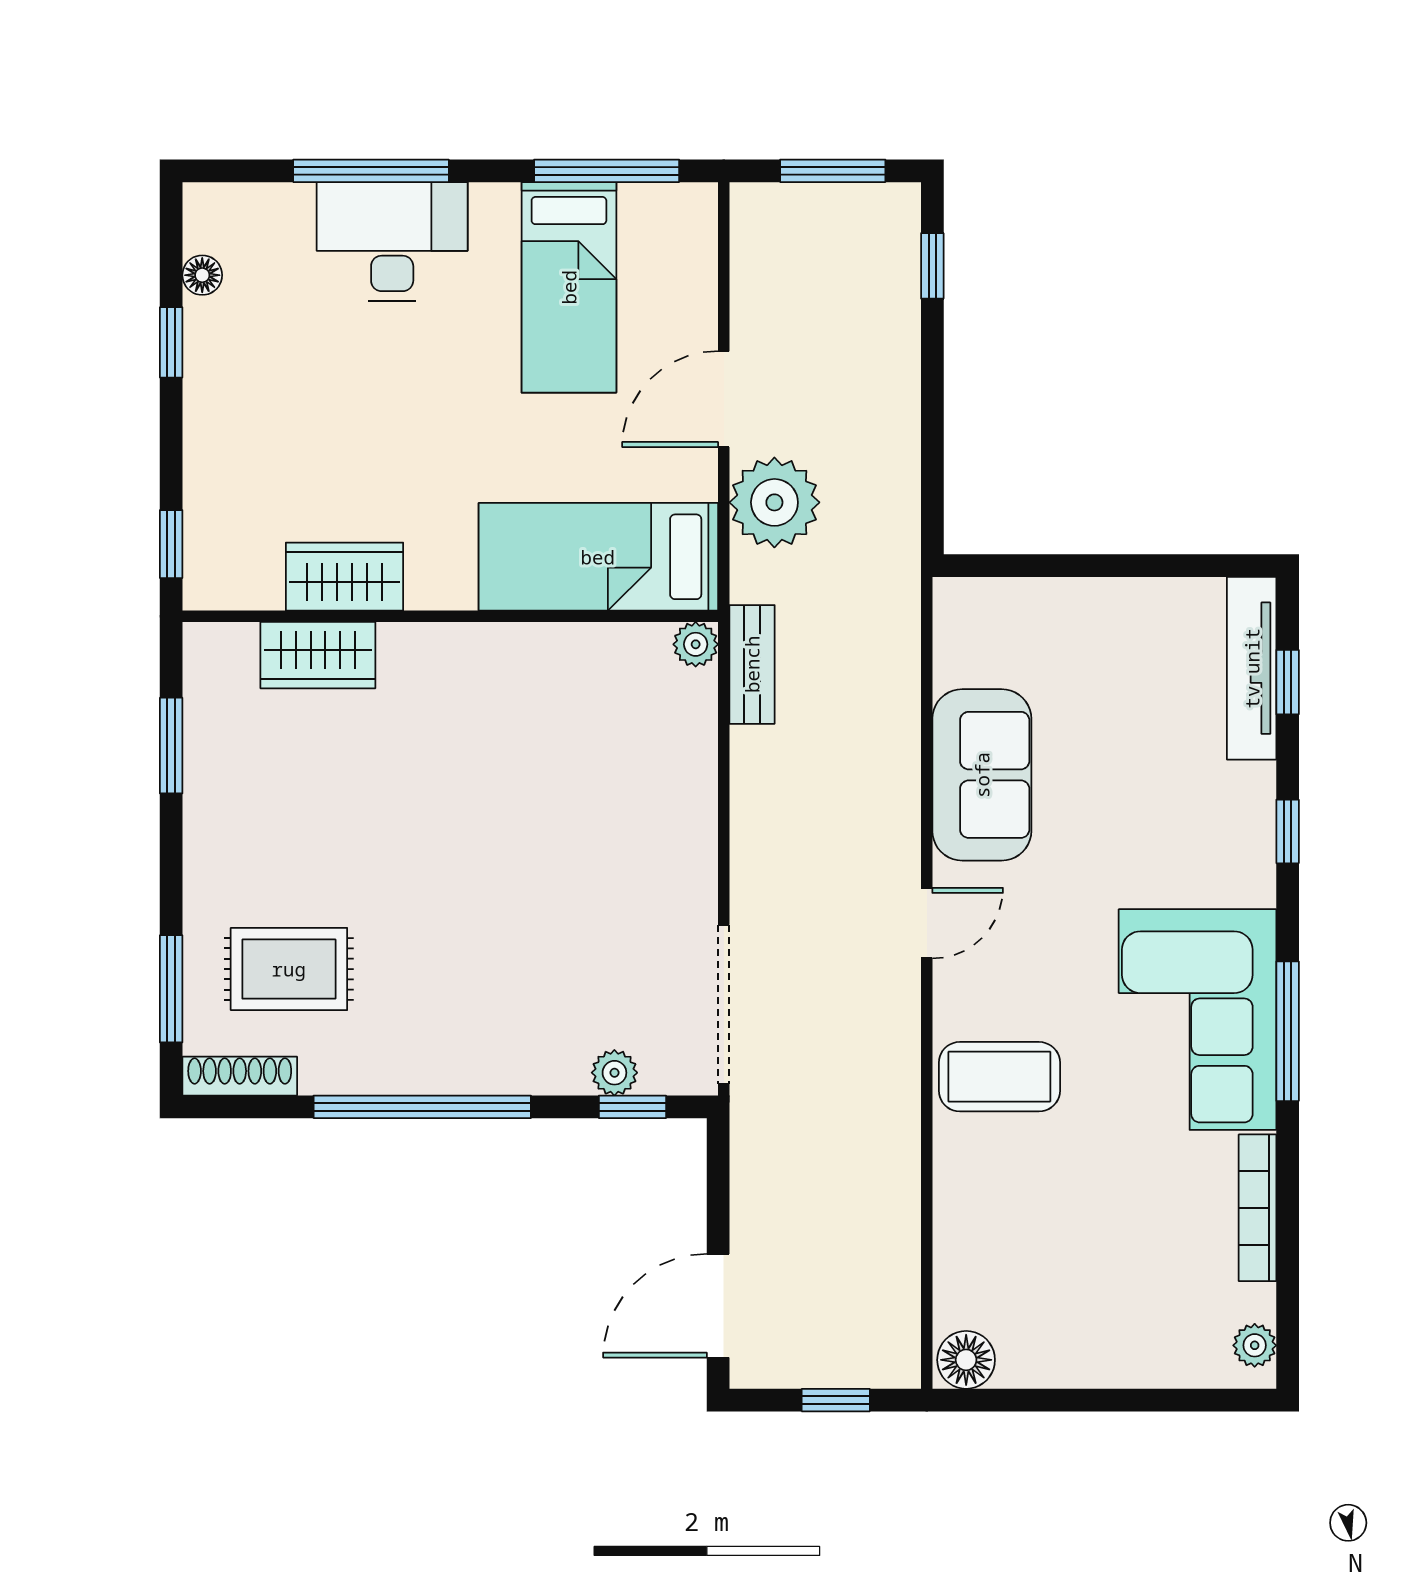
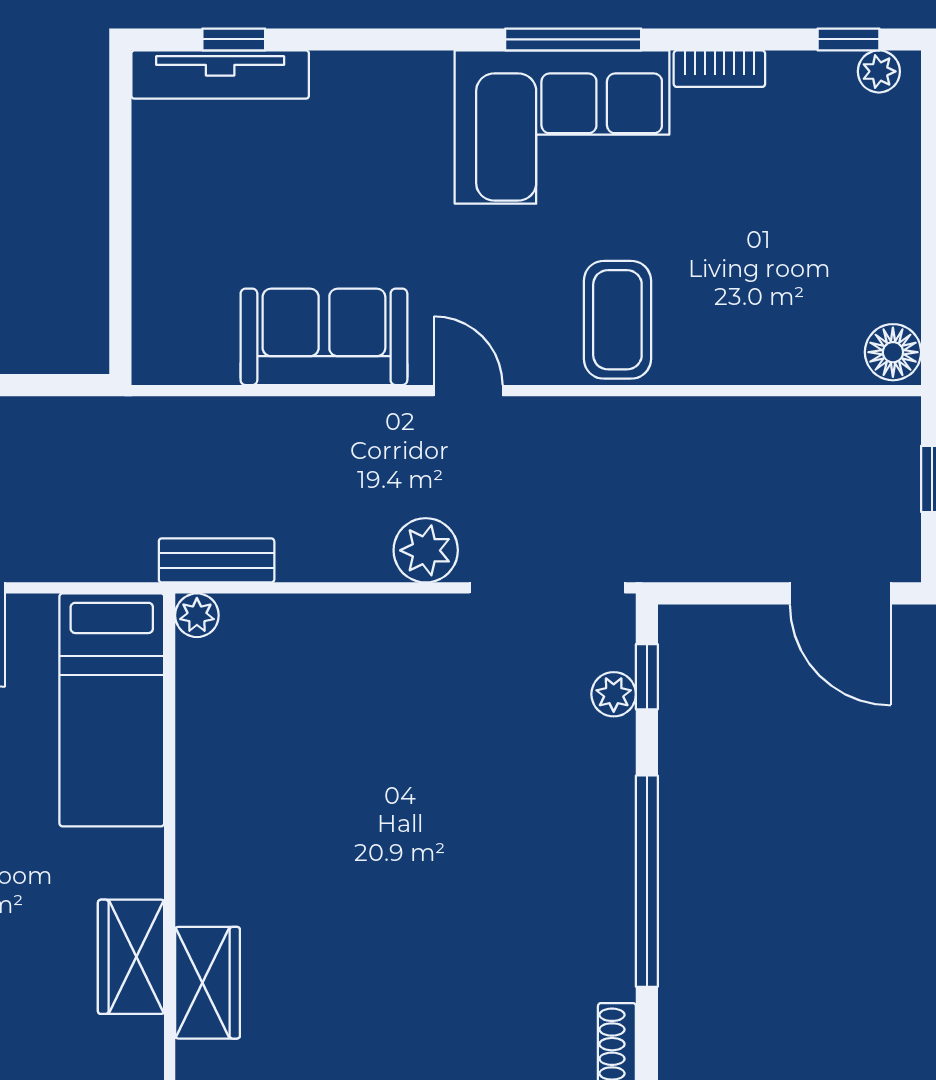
plant: (774, 502) -> (426, 550), moved, width x0.73, depth x0.73
window: (1288, 831) -> (848, 39), moved
rug: (289, 969) -> (513, 1011), removed
bookcase: (1257, 1208) -> (719, 69), width x0.64

